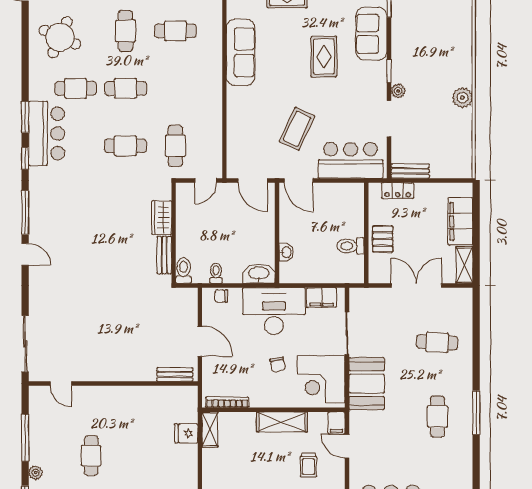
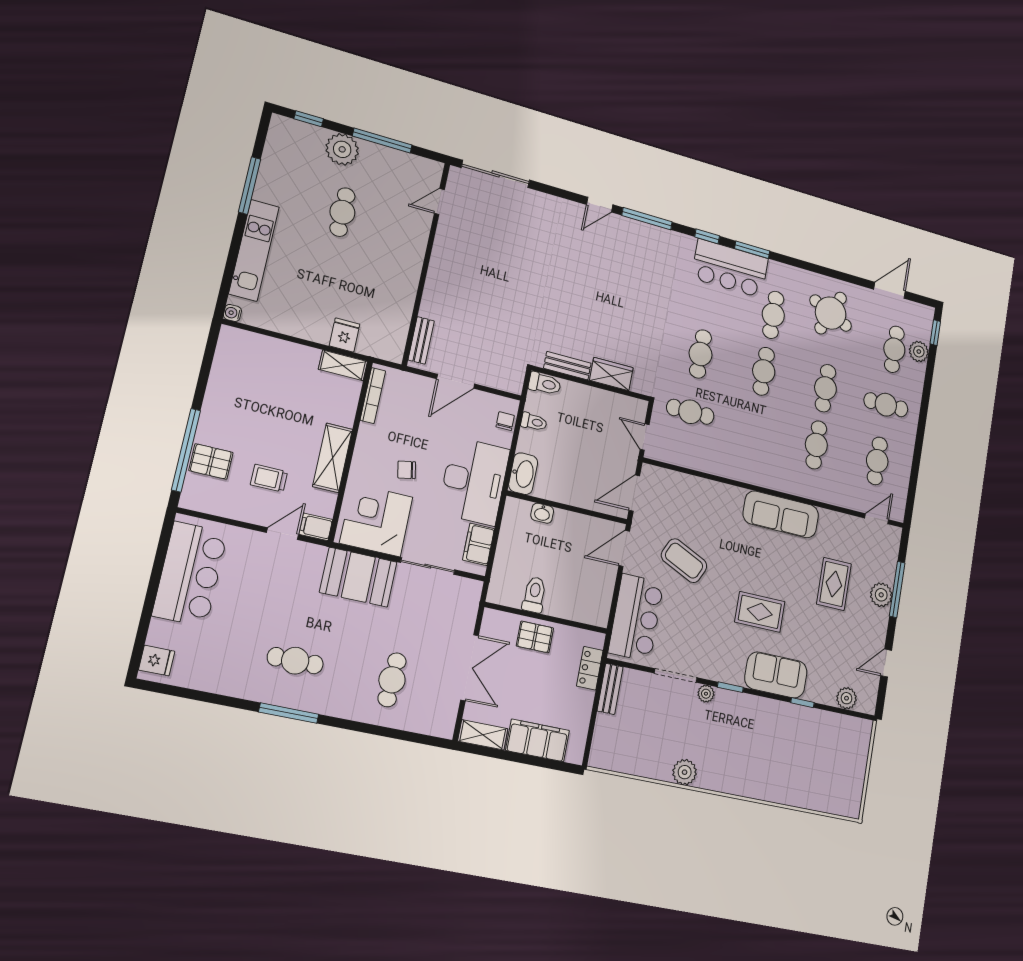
cafe table: (125, 31) -> (825, 388), turned 90
cafe table: (91, 456) -> (342, 212), turned 90
plant: (36, 473) -> (342, 149), width x1.88, depth x1.88

